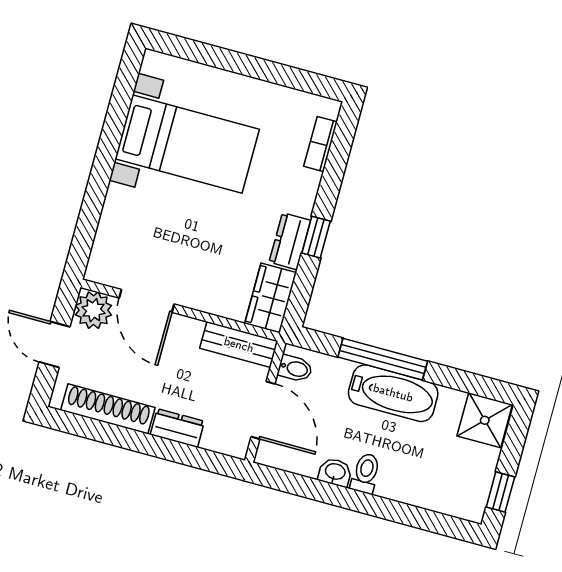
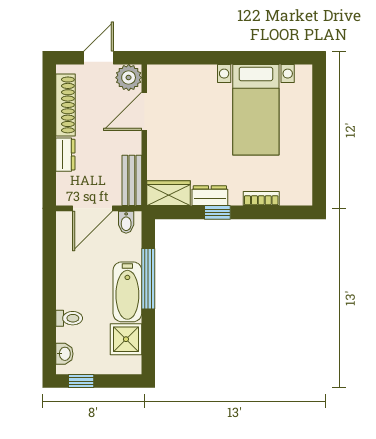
bookcase: (321, 144) -> (261, 199), moved
shower: (485, 420) -> (126, 339), moved
washbasin: (335, 472) -> (64, 354), moved
toilet: (365, 473) -> (69, 318), moved

